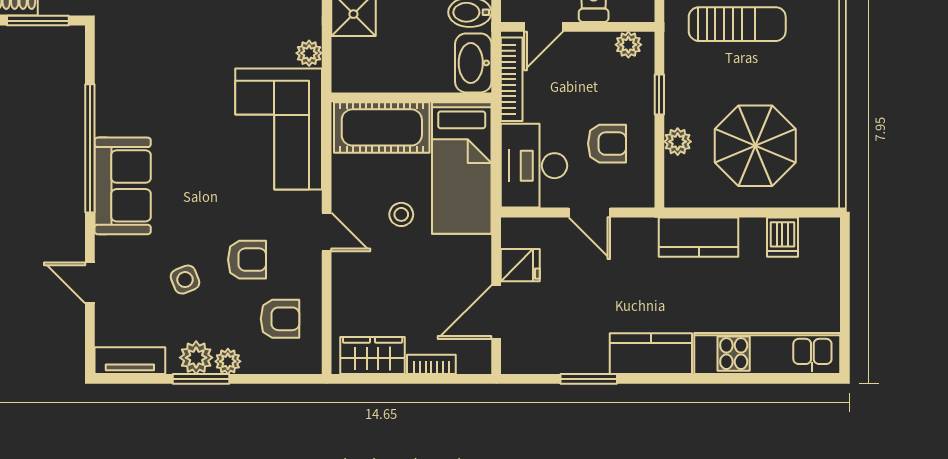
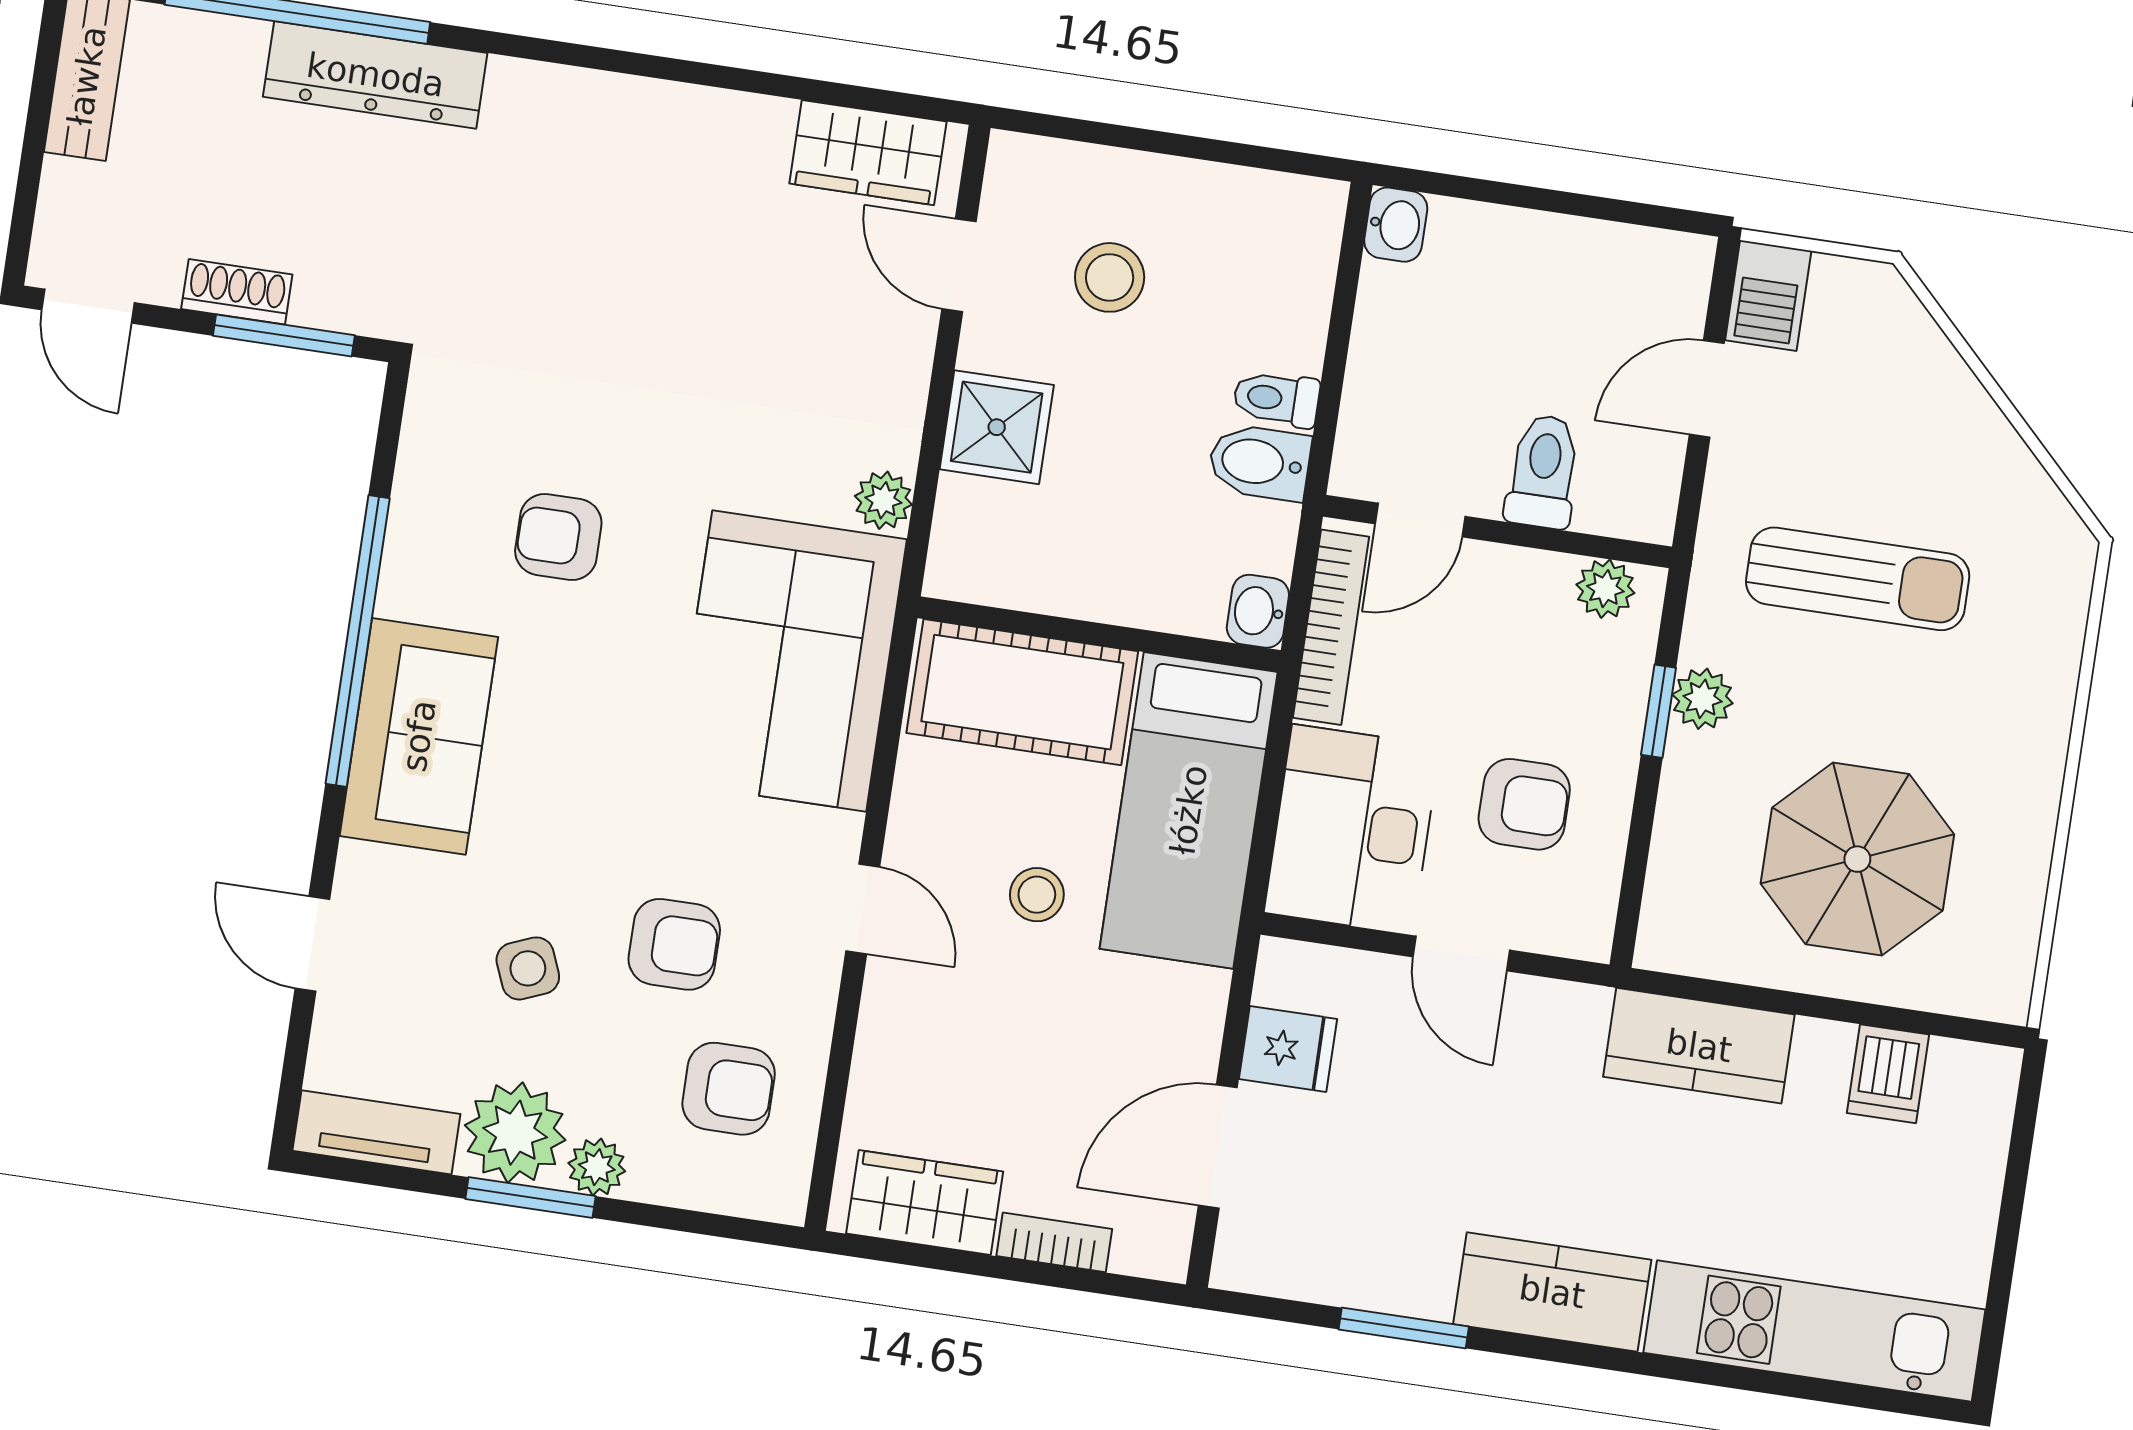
washbasin: (473, 63) -> (1258, 611), width x0.52, depth x0.69
armchair: (170, 90) -> (558, 537), added
plant: (678, 142) -> (1703, 699), moved
plant: (196, 358) -> (515, 1133), width x1.36, depth x1.36

